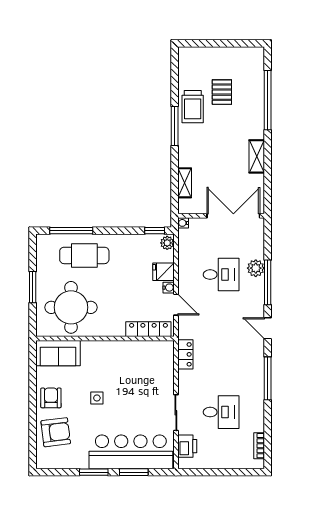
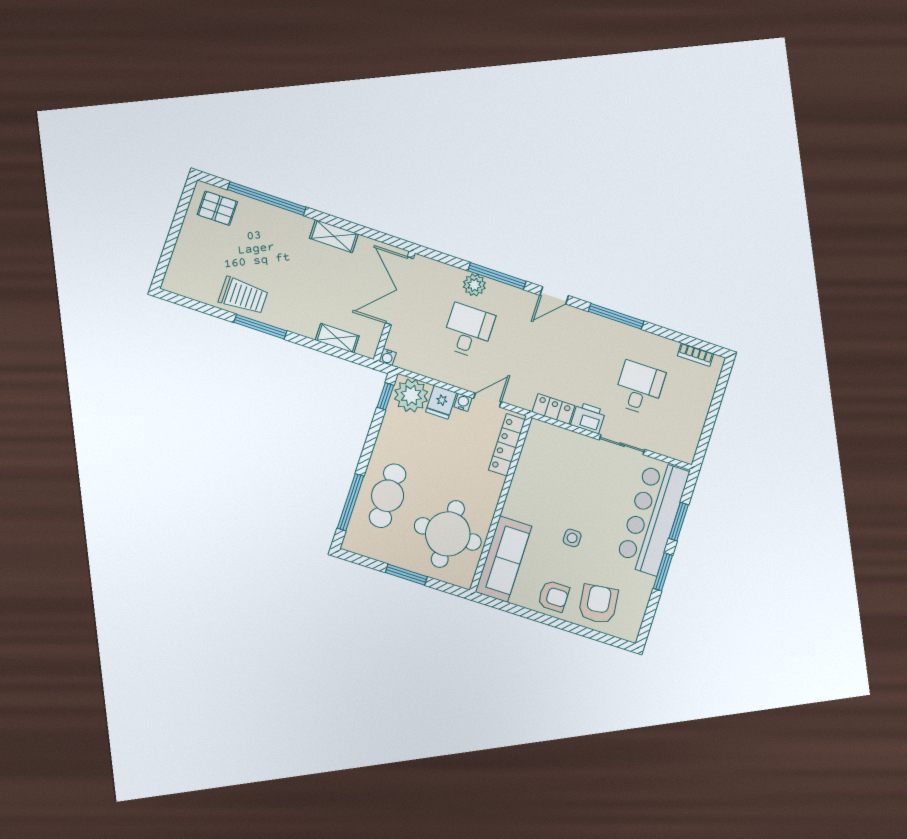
pallet: (222, 92) -> (217, 208), moved
plant: (167, 243) -> (411, 395), width x1.88, depth x1.88
sofa: (58, 353) -> (504, 559), width x1.36
armchair: (51, 398) -> (553, 596), turned 180
printer: (187, 446) -> (588, 418), moved

